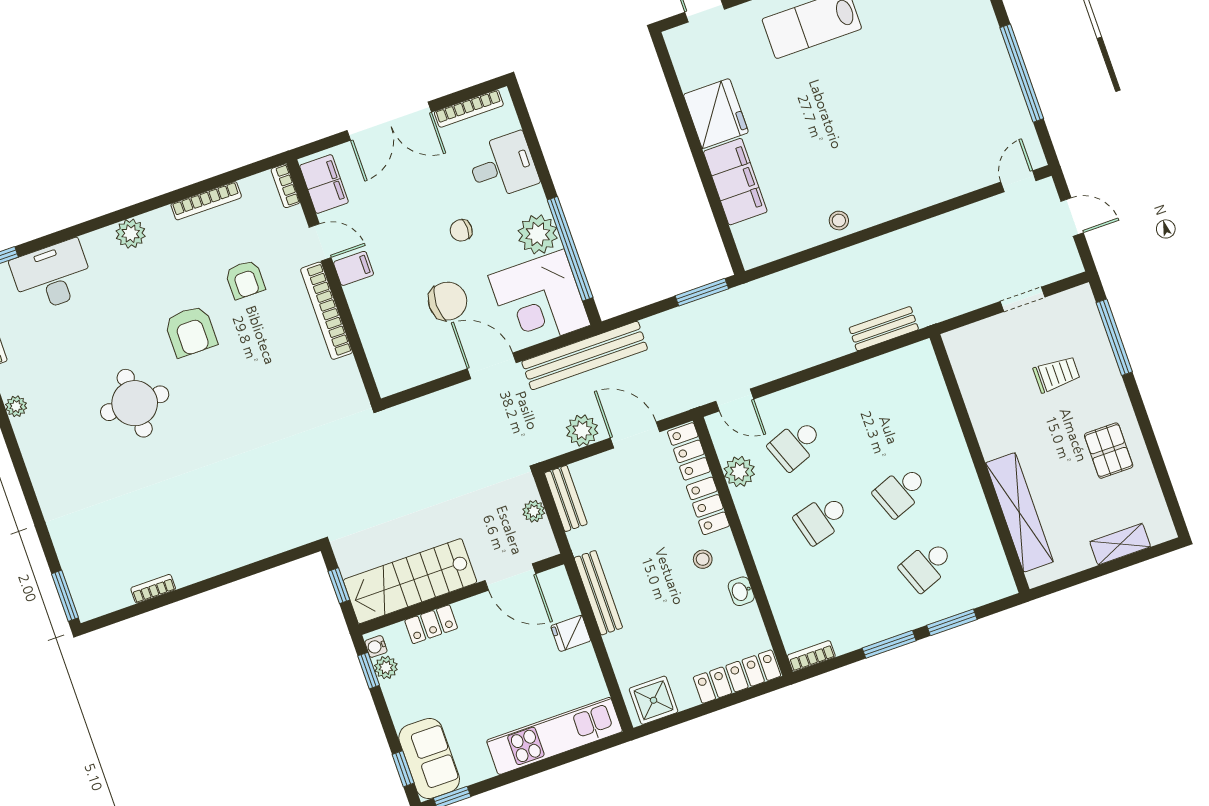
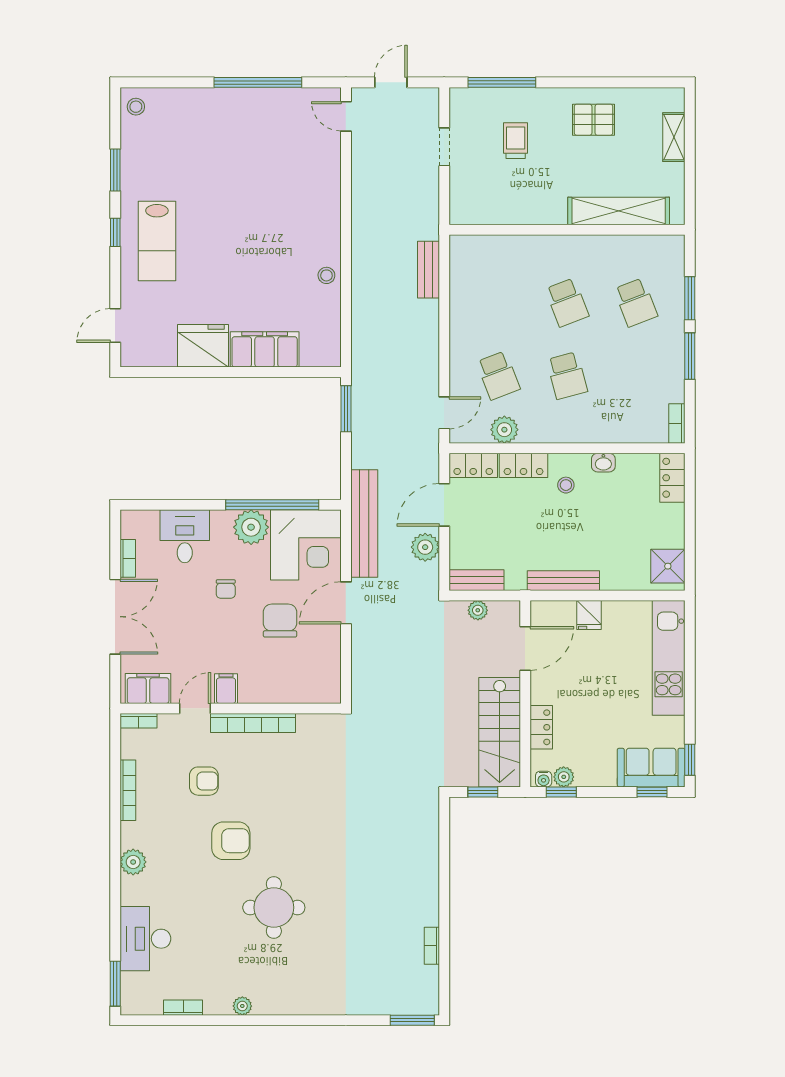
bookcase: (469, 109) -> (128, 558), width x0.64
locker: (737, 677) -> (672, 478), width x0.66

